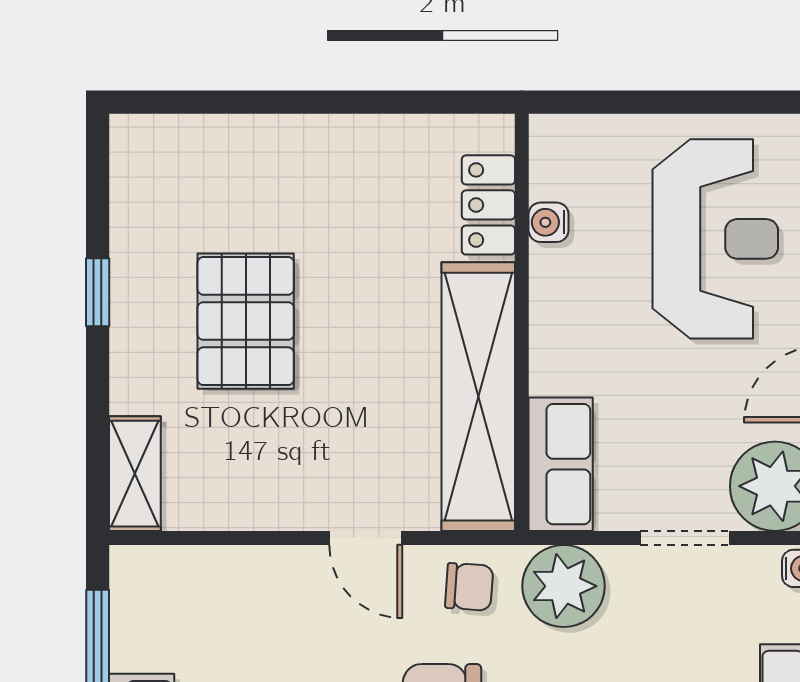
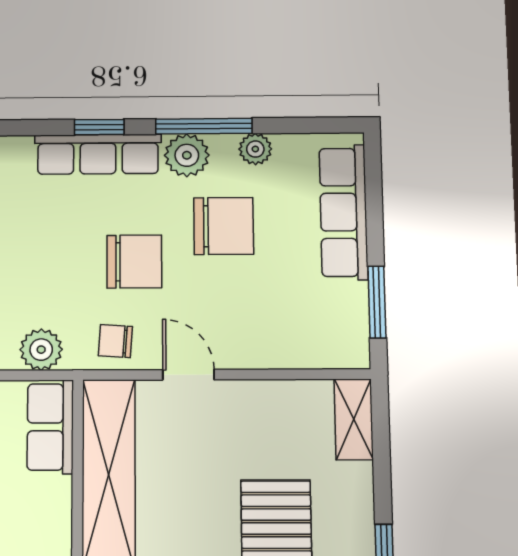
plant: (564, 586) -> (41, 350), width x0.73, depth x0.73

